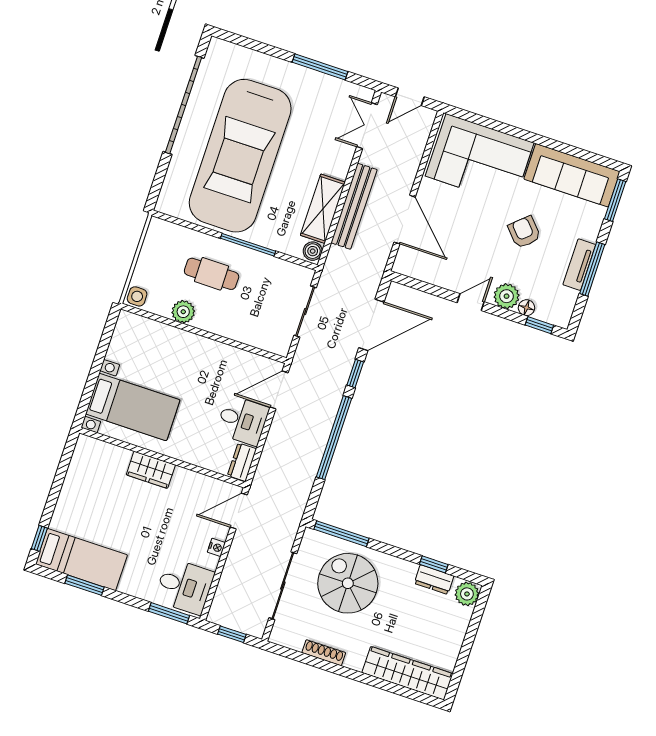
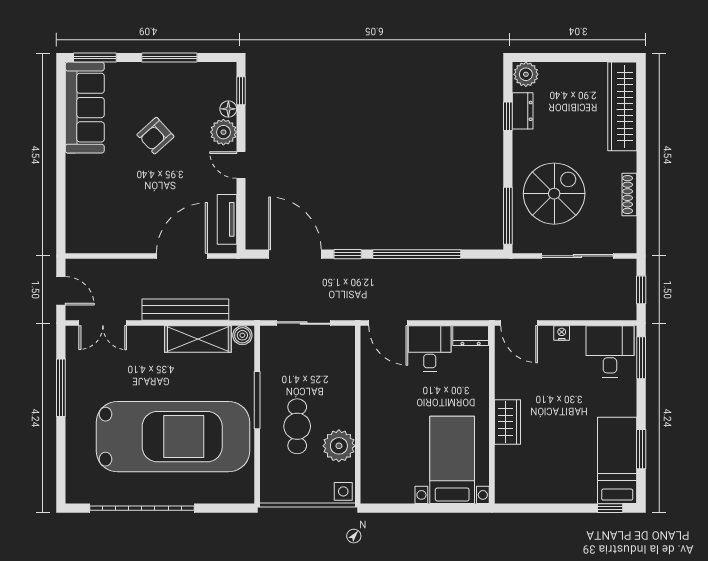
corner sofa: (480, 159) -> (99, 202), removed
tv unit: (579, 265) -> (227, 219), moved, turned 90
plant: (183, 312) -> (339, 446), width x1.36, depth x1.36
spiral stairs: (348, 583) -> (554, 194), turned 180

